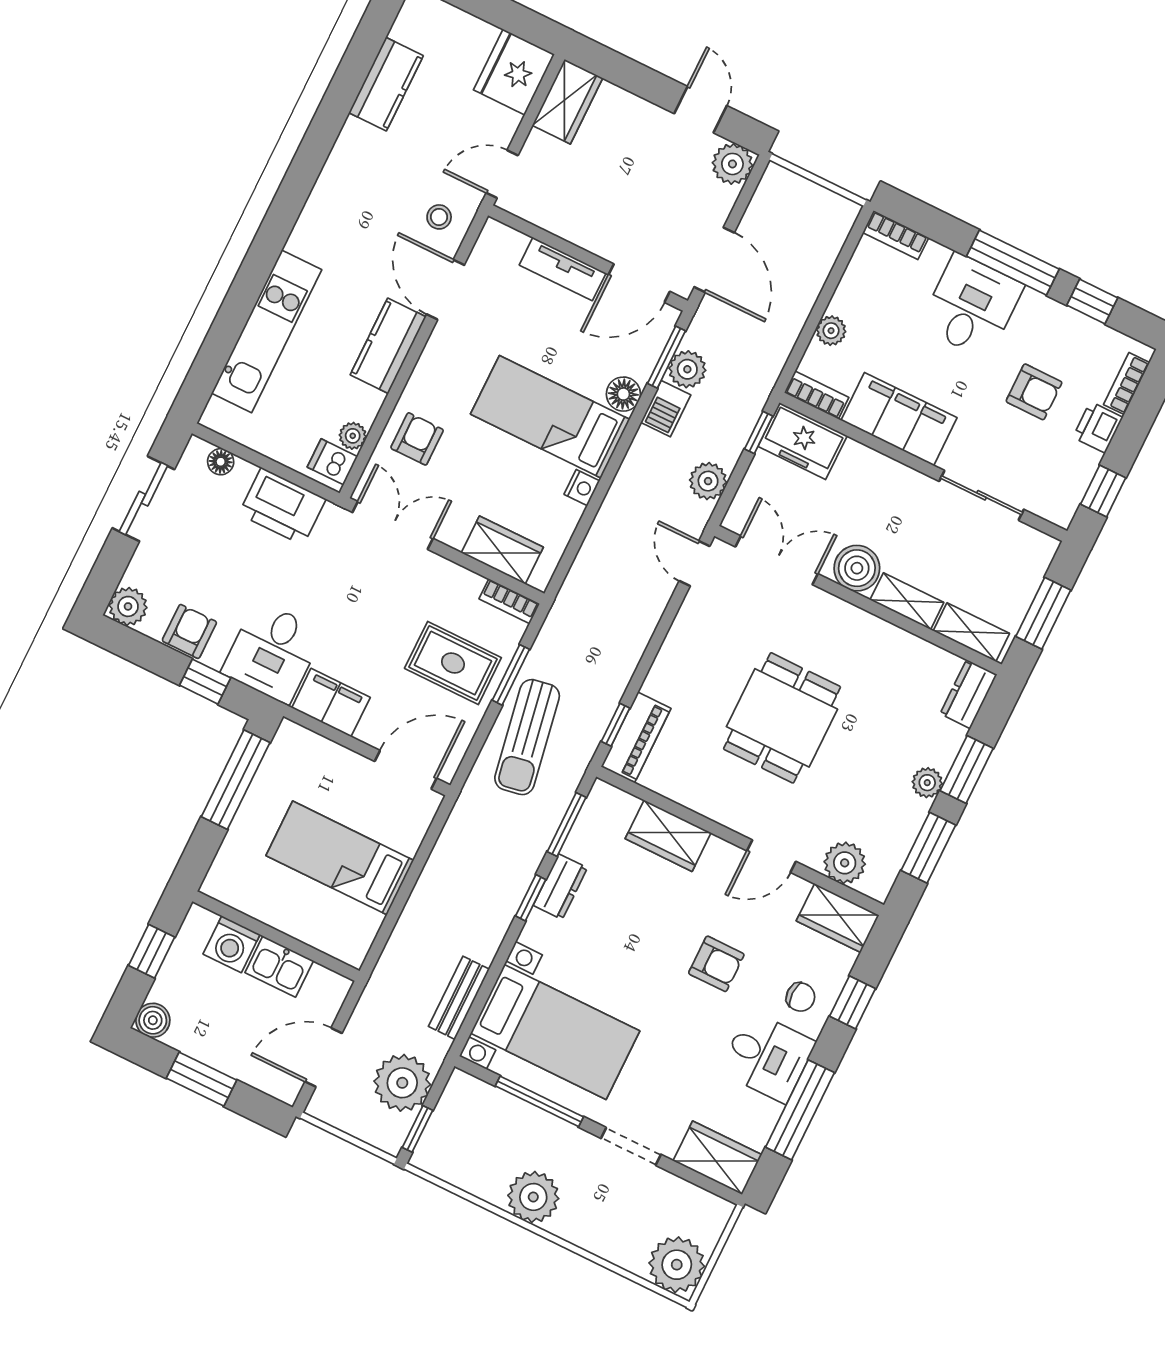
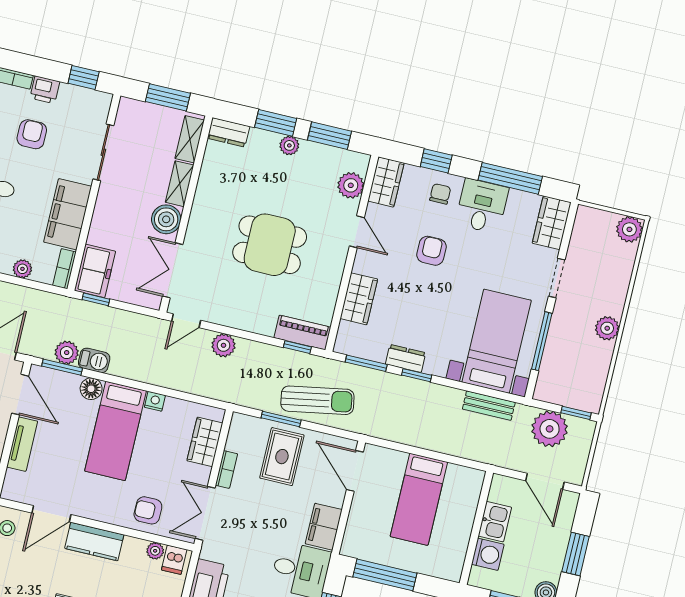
plant: (708, 481) -> (224, 345), moved
bookcase: (509, 601) -> (226, 469), moved
plant: (533, 1197) -> (607, 328), width x0.73, depth x0.73
plant: (677, 1265) -> (629, 229), width x0.73, depth x0.73

